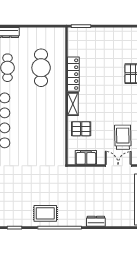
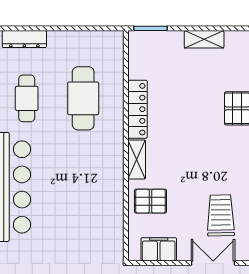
shelving: (113, 33) -> (204, 39), added

